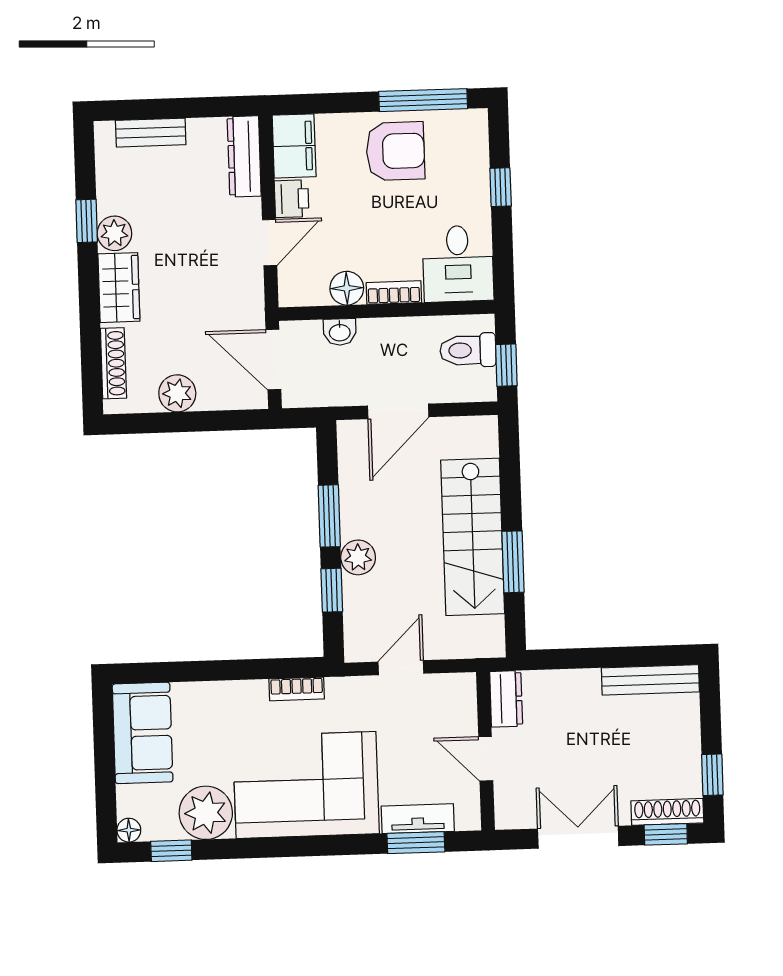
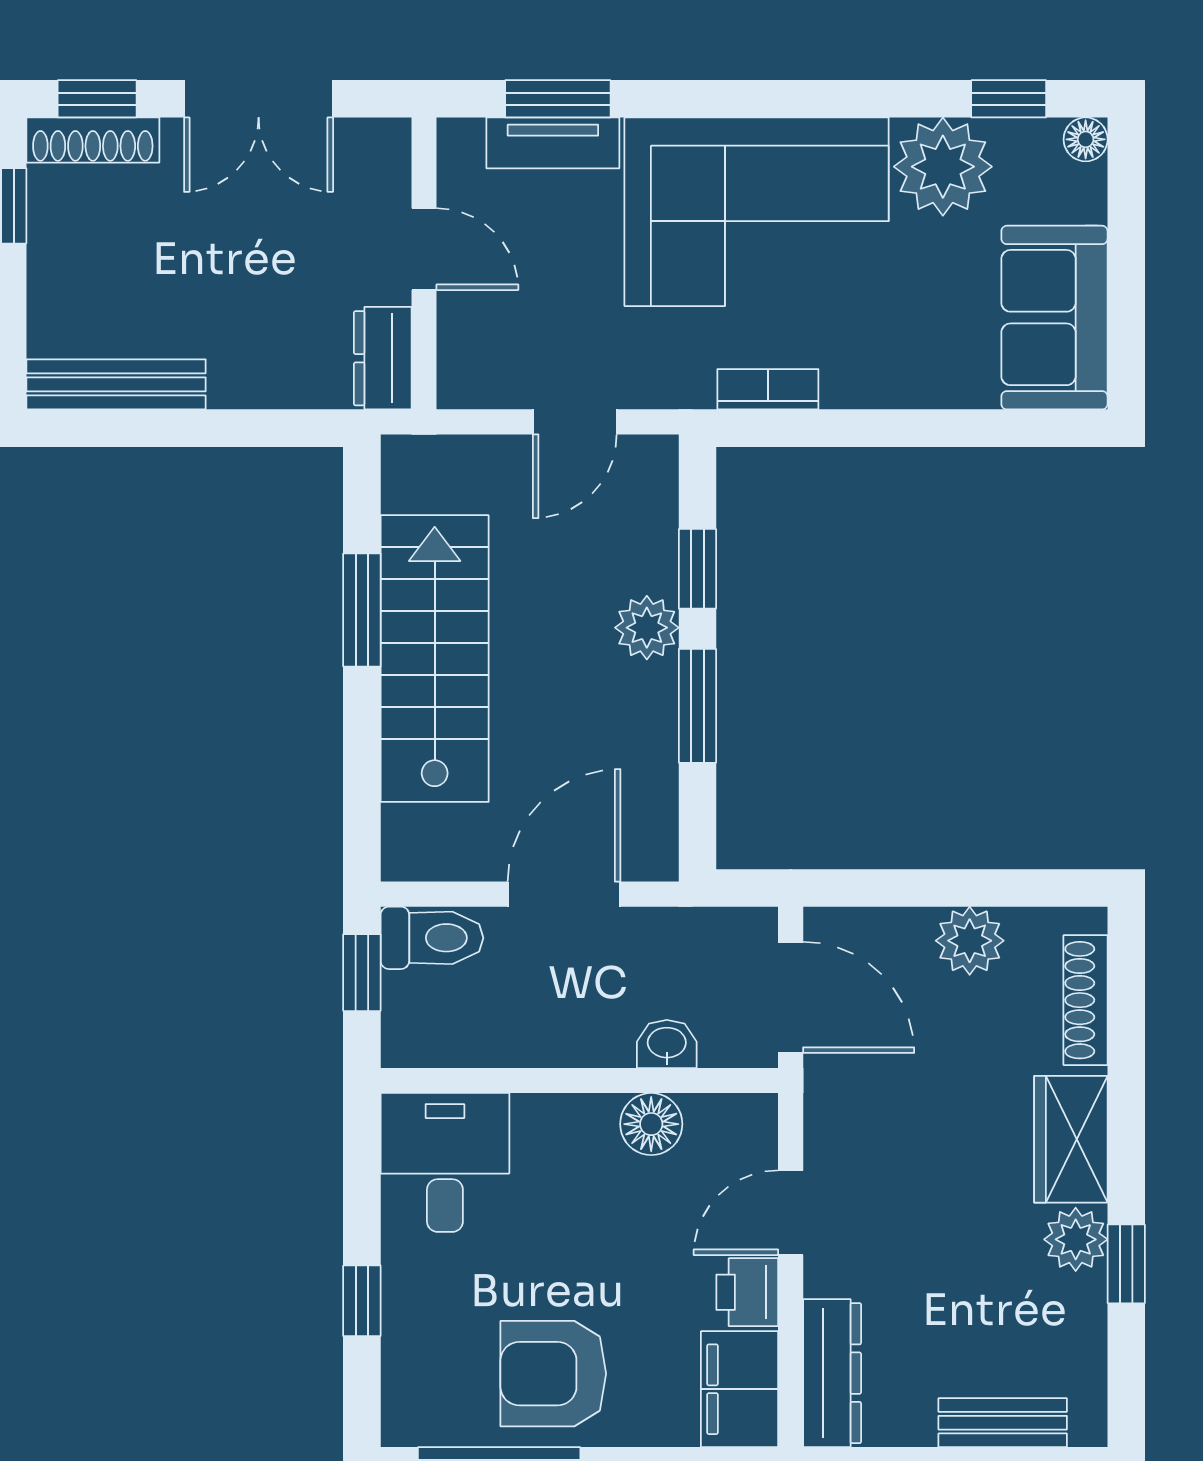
bookcase: (394, 293) -> (565, 1113), removed
toilet: (468, 350) -> (432, 938), moved

